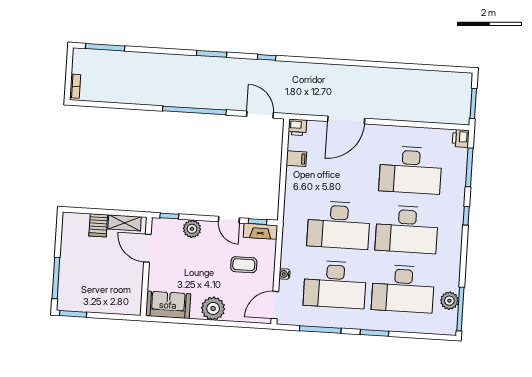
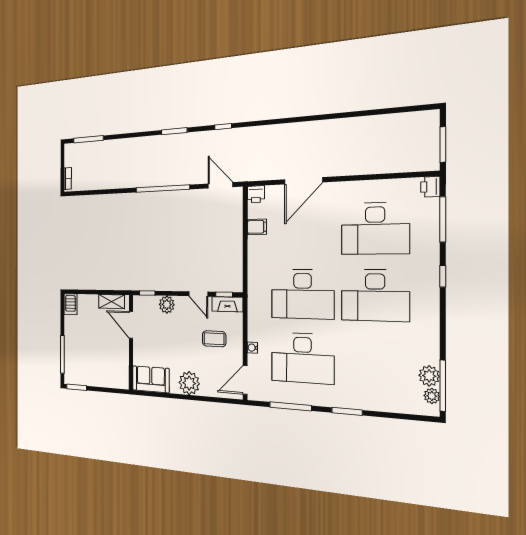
server rack: (98, 225) -> (70, 304), moved
desk: (403, 289) -> (375, 362), removed
plant: (451, 318) -> (432, 396), added

